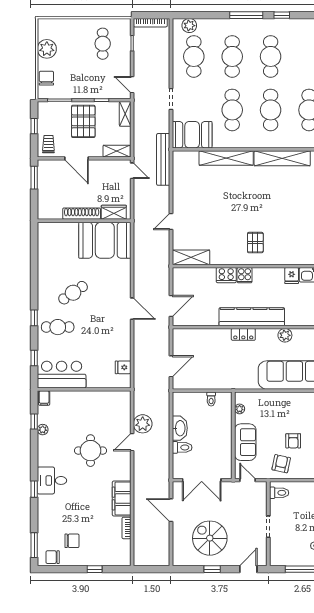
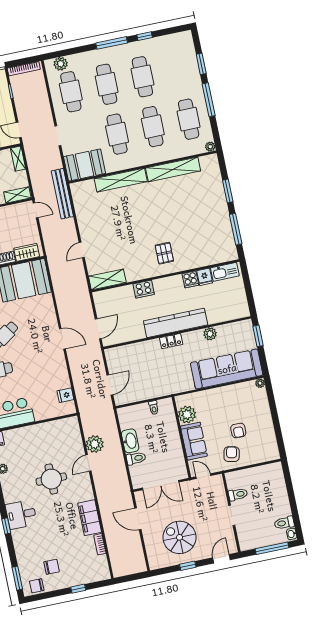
cooker: (245, 275) -> (190, 279), moved
plant: (240, 409) -> (187, 415), width x1.88, depth x1.88
toilet: (279, 493) -> (238, 494), moved

